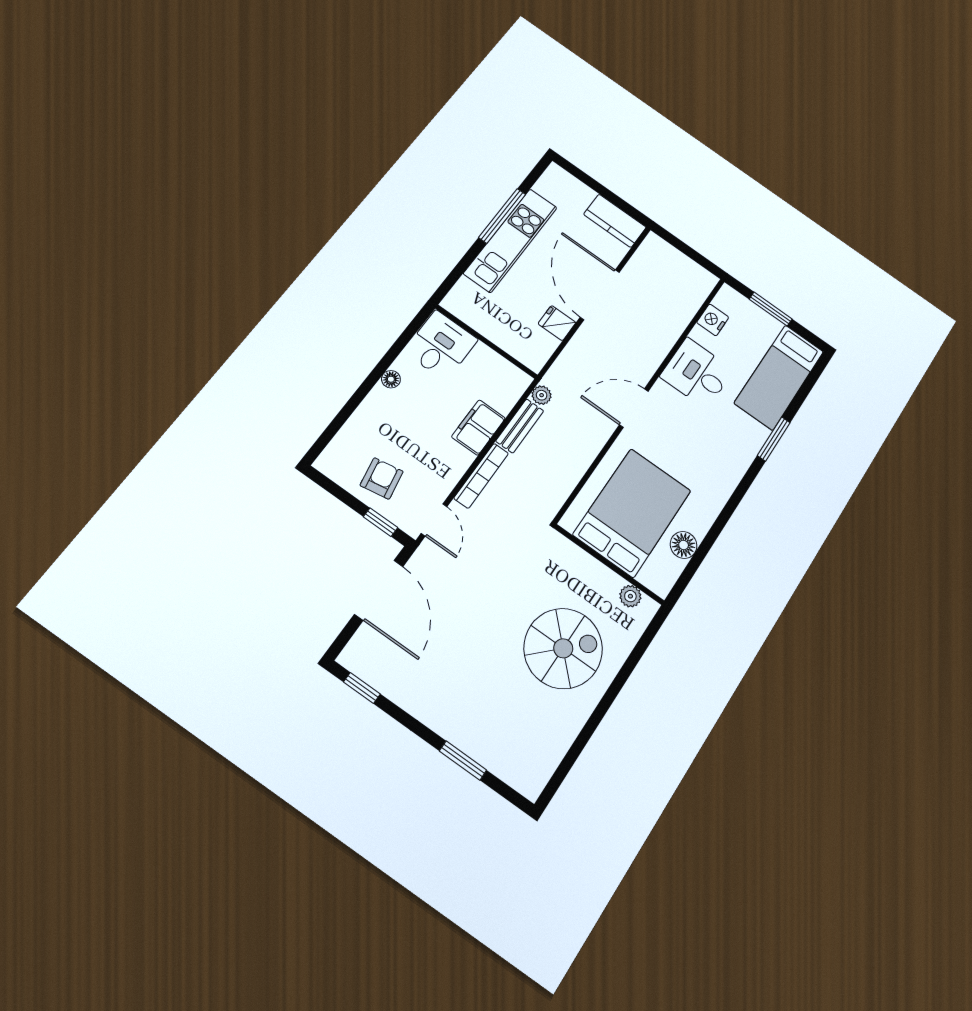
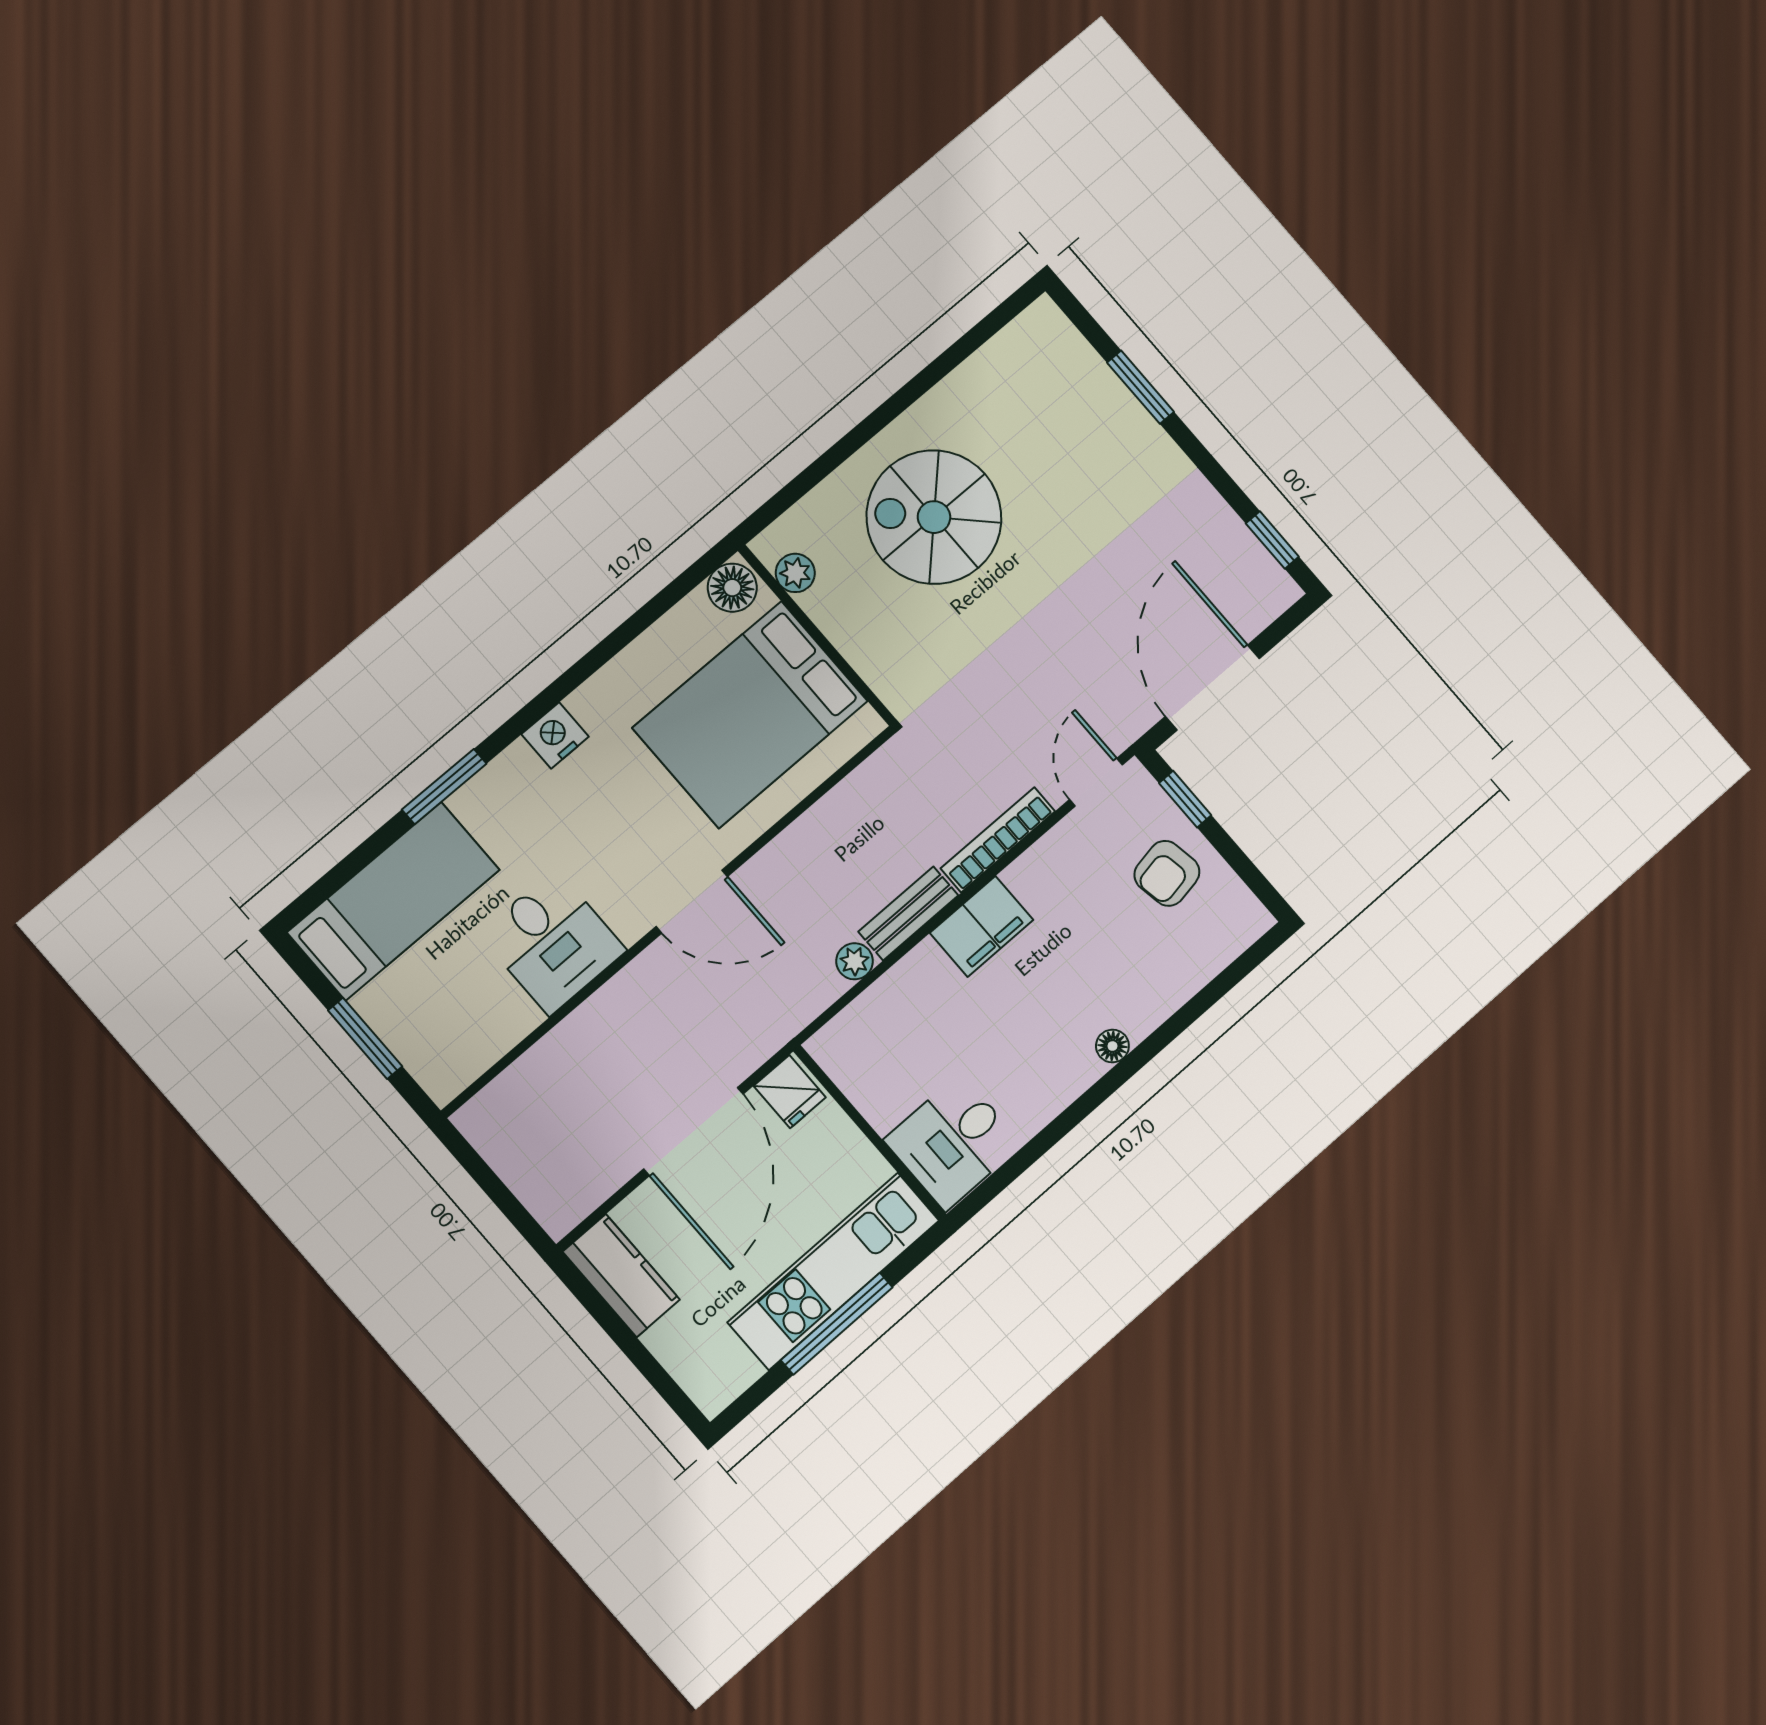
nightstand: (713, 320) -> (555, 735), moved, turned 180
wall: (486, 342) -> (870, 1133), moved
desk: (441, 345) -> (953, 1142), moved
floor lamp: (684, 545) -> (732, 588), moved

